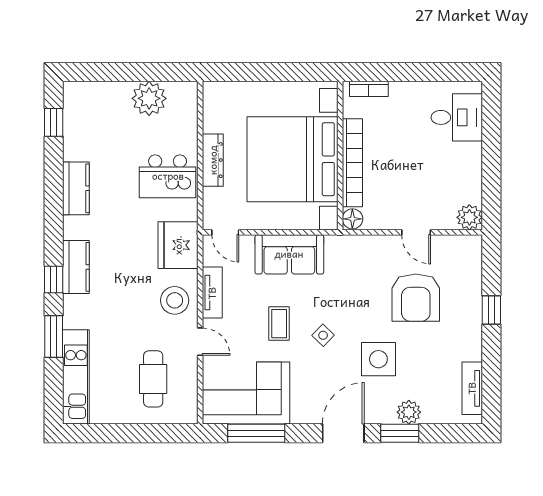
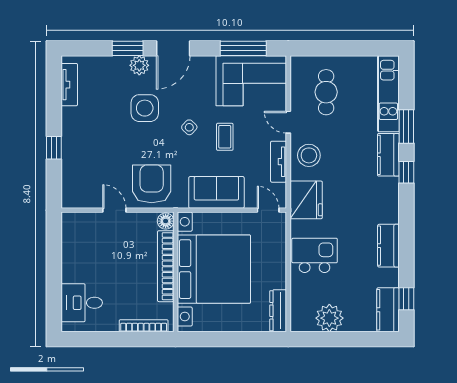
bookcase: (369, 89) -> (144, 326), width x1.56
kitchen counter: (76, 109) -> (388, 310), added
dresser: (213, 160) -> (278, 311), moved
plant: (469, 217) -> (71, 222), removed
kitchen counter: (76, 267) -> (388, 155), moved
armchair: (416, 298) -> (152, 184), moved
plant: (409, 412) -> (139, 65), moved

